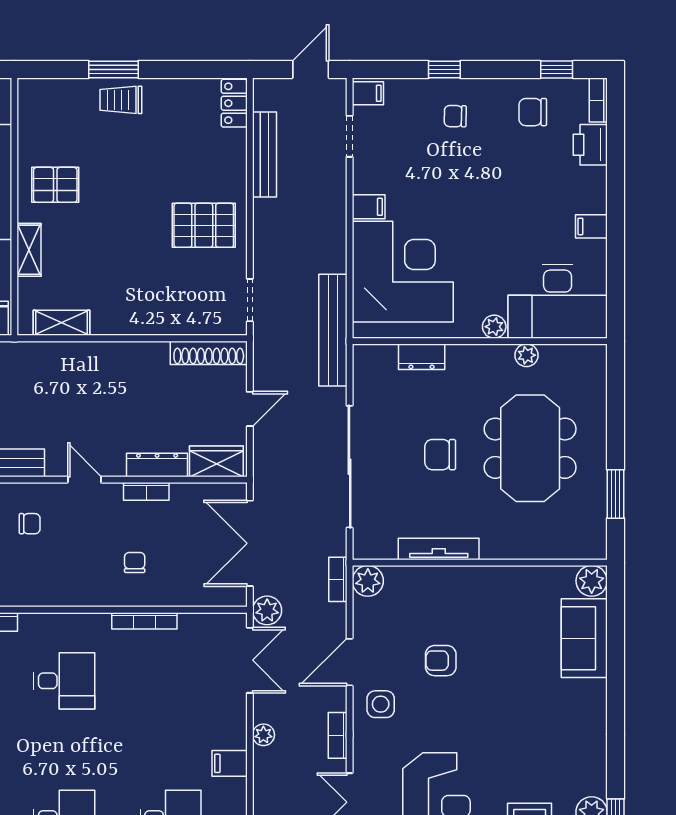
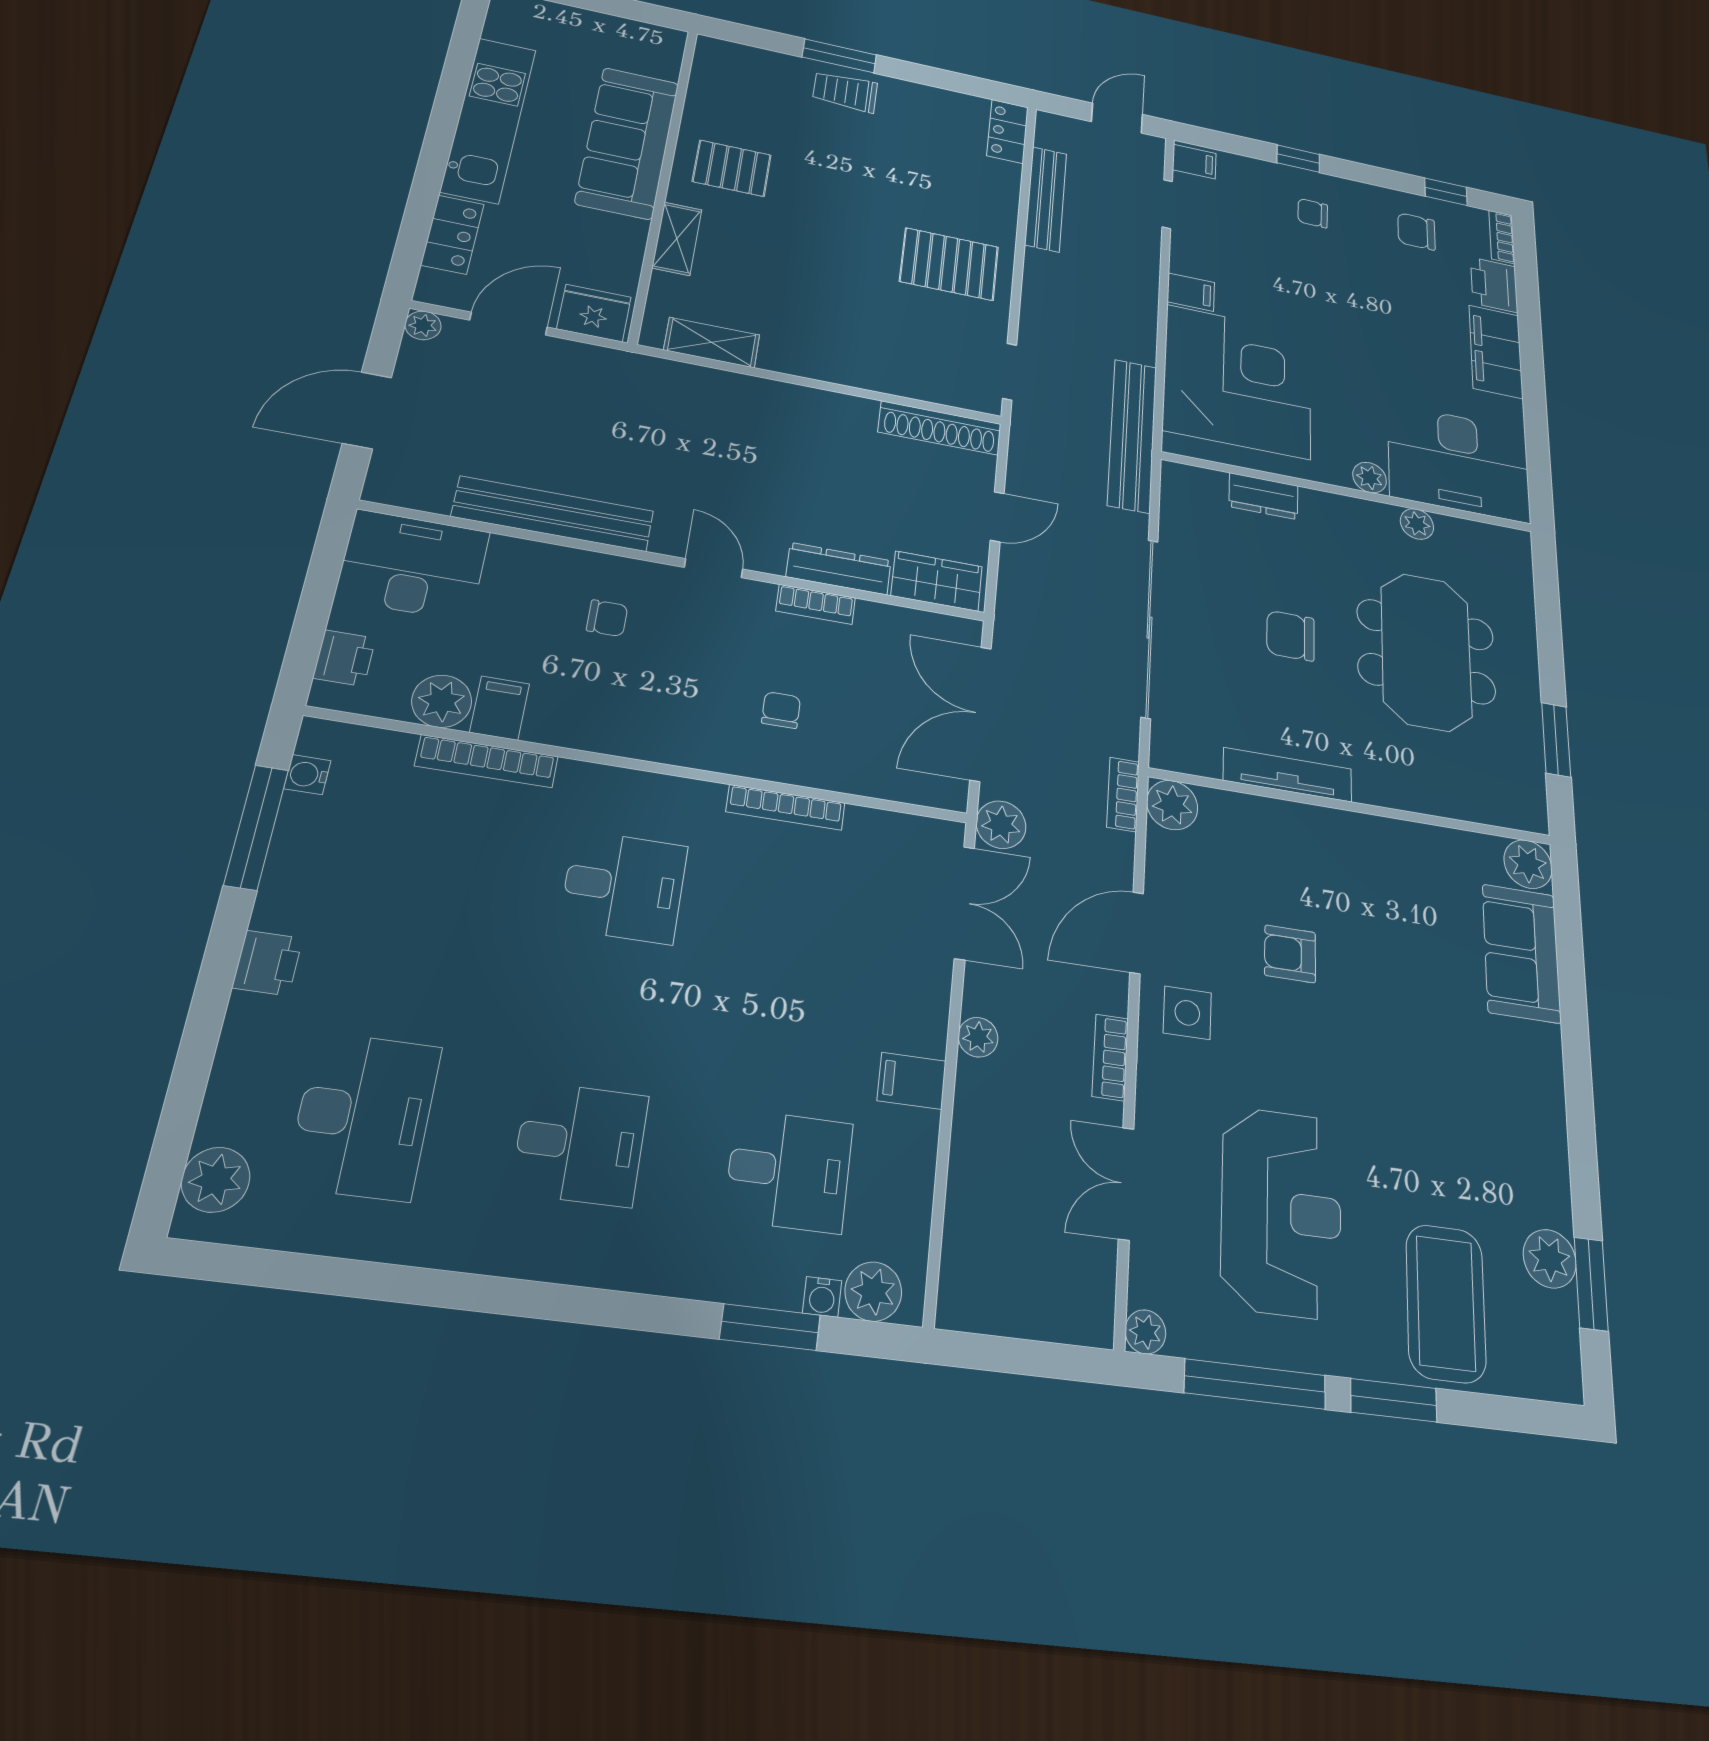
filing cabinet: (591, 226) -> (1496, 352), width x3.00, depth x1.17

